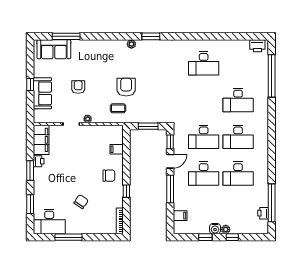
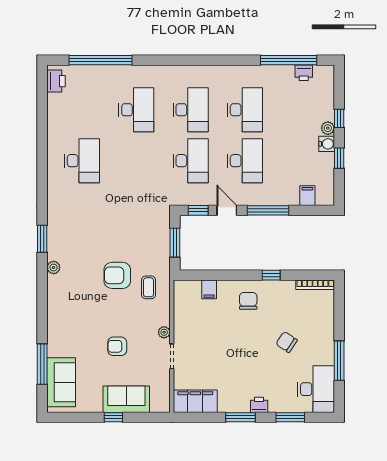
printer: (39, 161) -> (259, 405), moved

